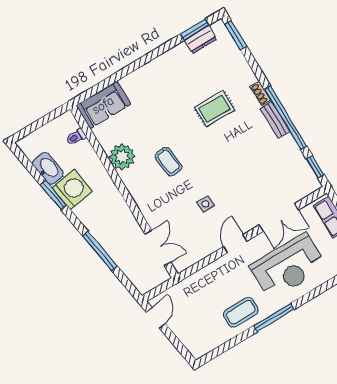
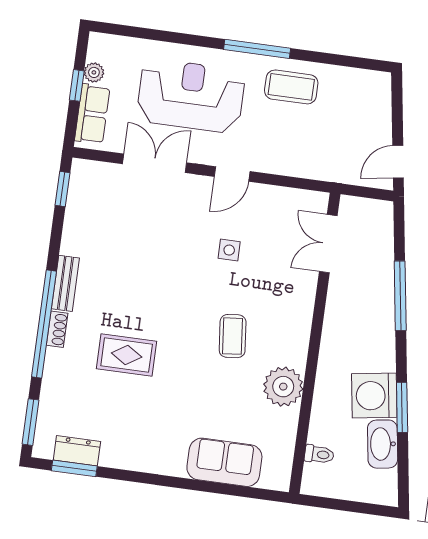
sofa: (103, 105) -> (224, 462), moved
window: (286, 118) -> (44, 324), moved

